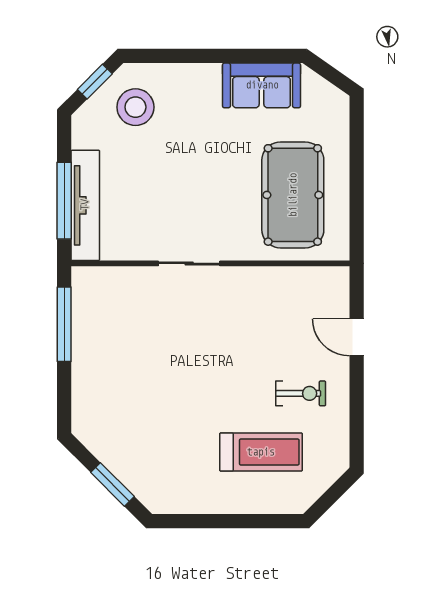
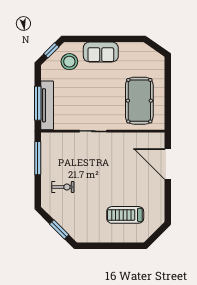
sofa: (262, 85) -> (101, 52), moved
door: (357, 337) -> (168, 164), width x1.88
exercise bike: (301, 393) -> (63, 187), moved
treadmill: (261, 452) -> (125, 215), turned 180

